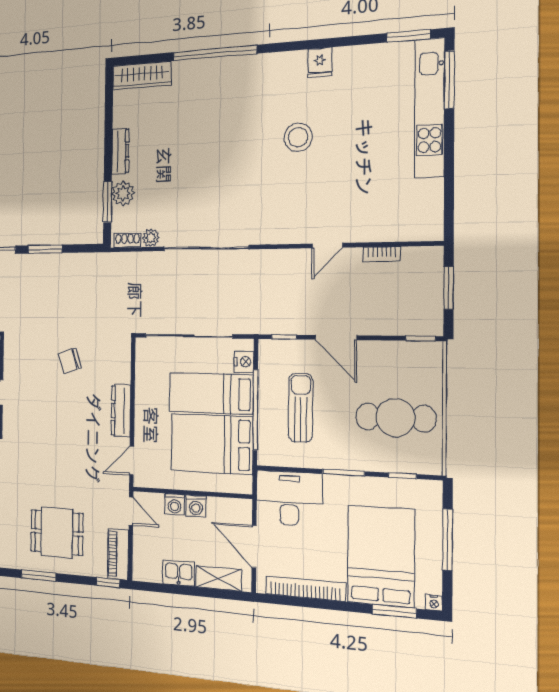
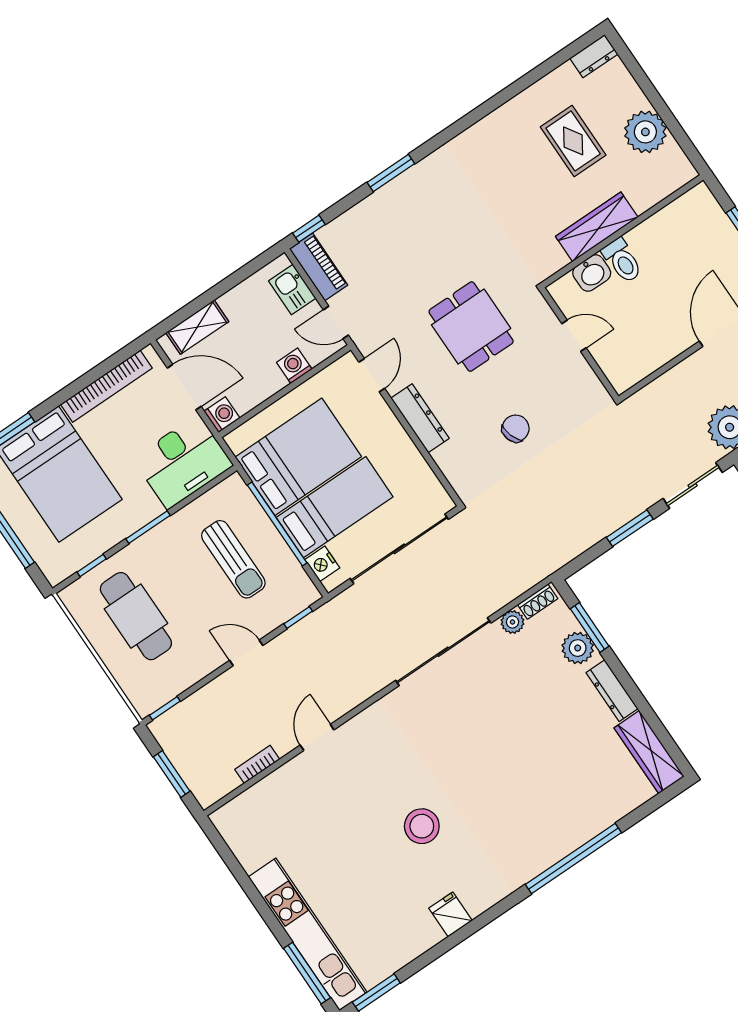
wardrobe: (142, 75) -> (649, 752), moved, turned -90
door: (336, 338) -> (246, 653), width x0.73
cafe table: (396, 418) -> (136, 616), turned 90
washing machine: (196, 506) -> (222, 415), moved, turned 90
dining table: (57, 532) -> (471, 327), moved, turned 90
kitchen sink: (179, 573) -> (292, 290), moved, turned 90

